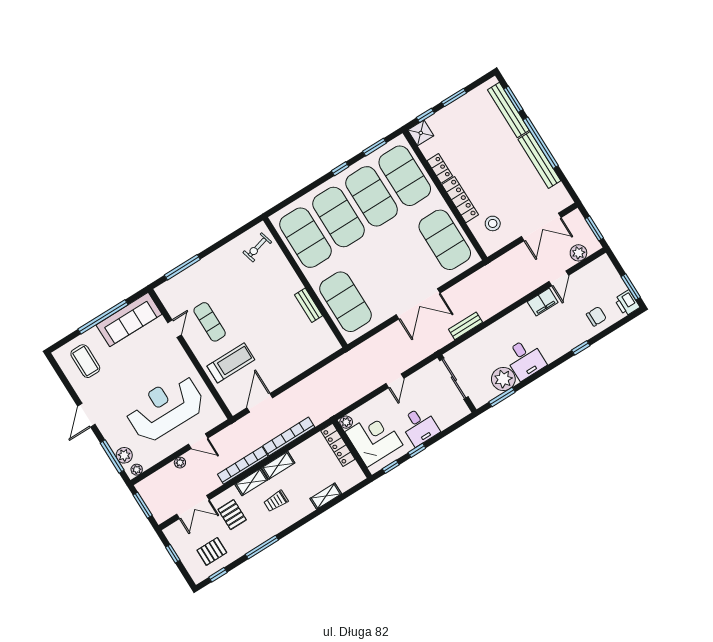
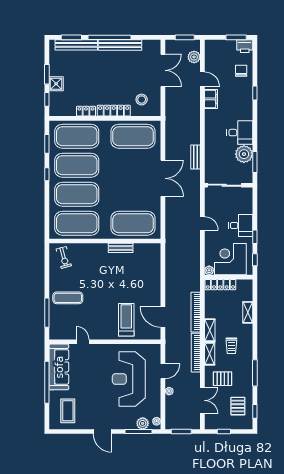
shower: (421, 133) -> (56, 84), moved
exercise mat: (210, 322) -> (68, 298), moved
coffee table: (85, 361) -> (68, 411), turned 90

